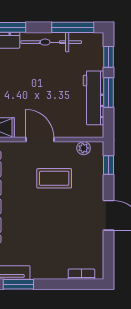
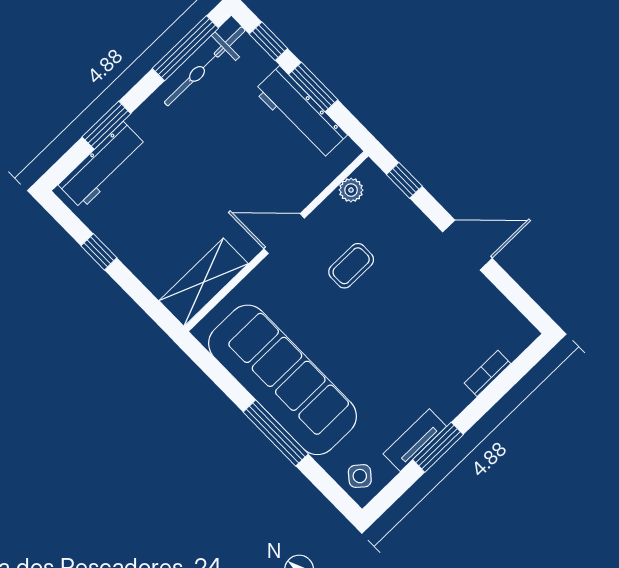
bicycle: (51, 42) -> (205, 66), moved
coffee table: (54, 178) -> (351, 266), width x0.73, depth x0.77
bookcase: (81, 274) -> (487, 373), moved

